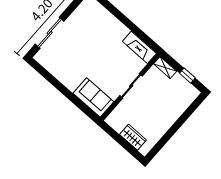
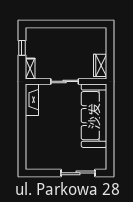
sofa: (93, 98) -> (94, 116), width x1.85, depth x1.27
wardrobe: (133, 137) -> (100, 65), moved

